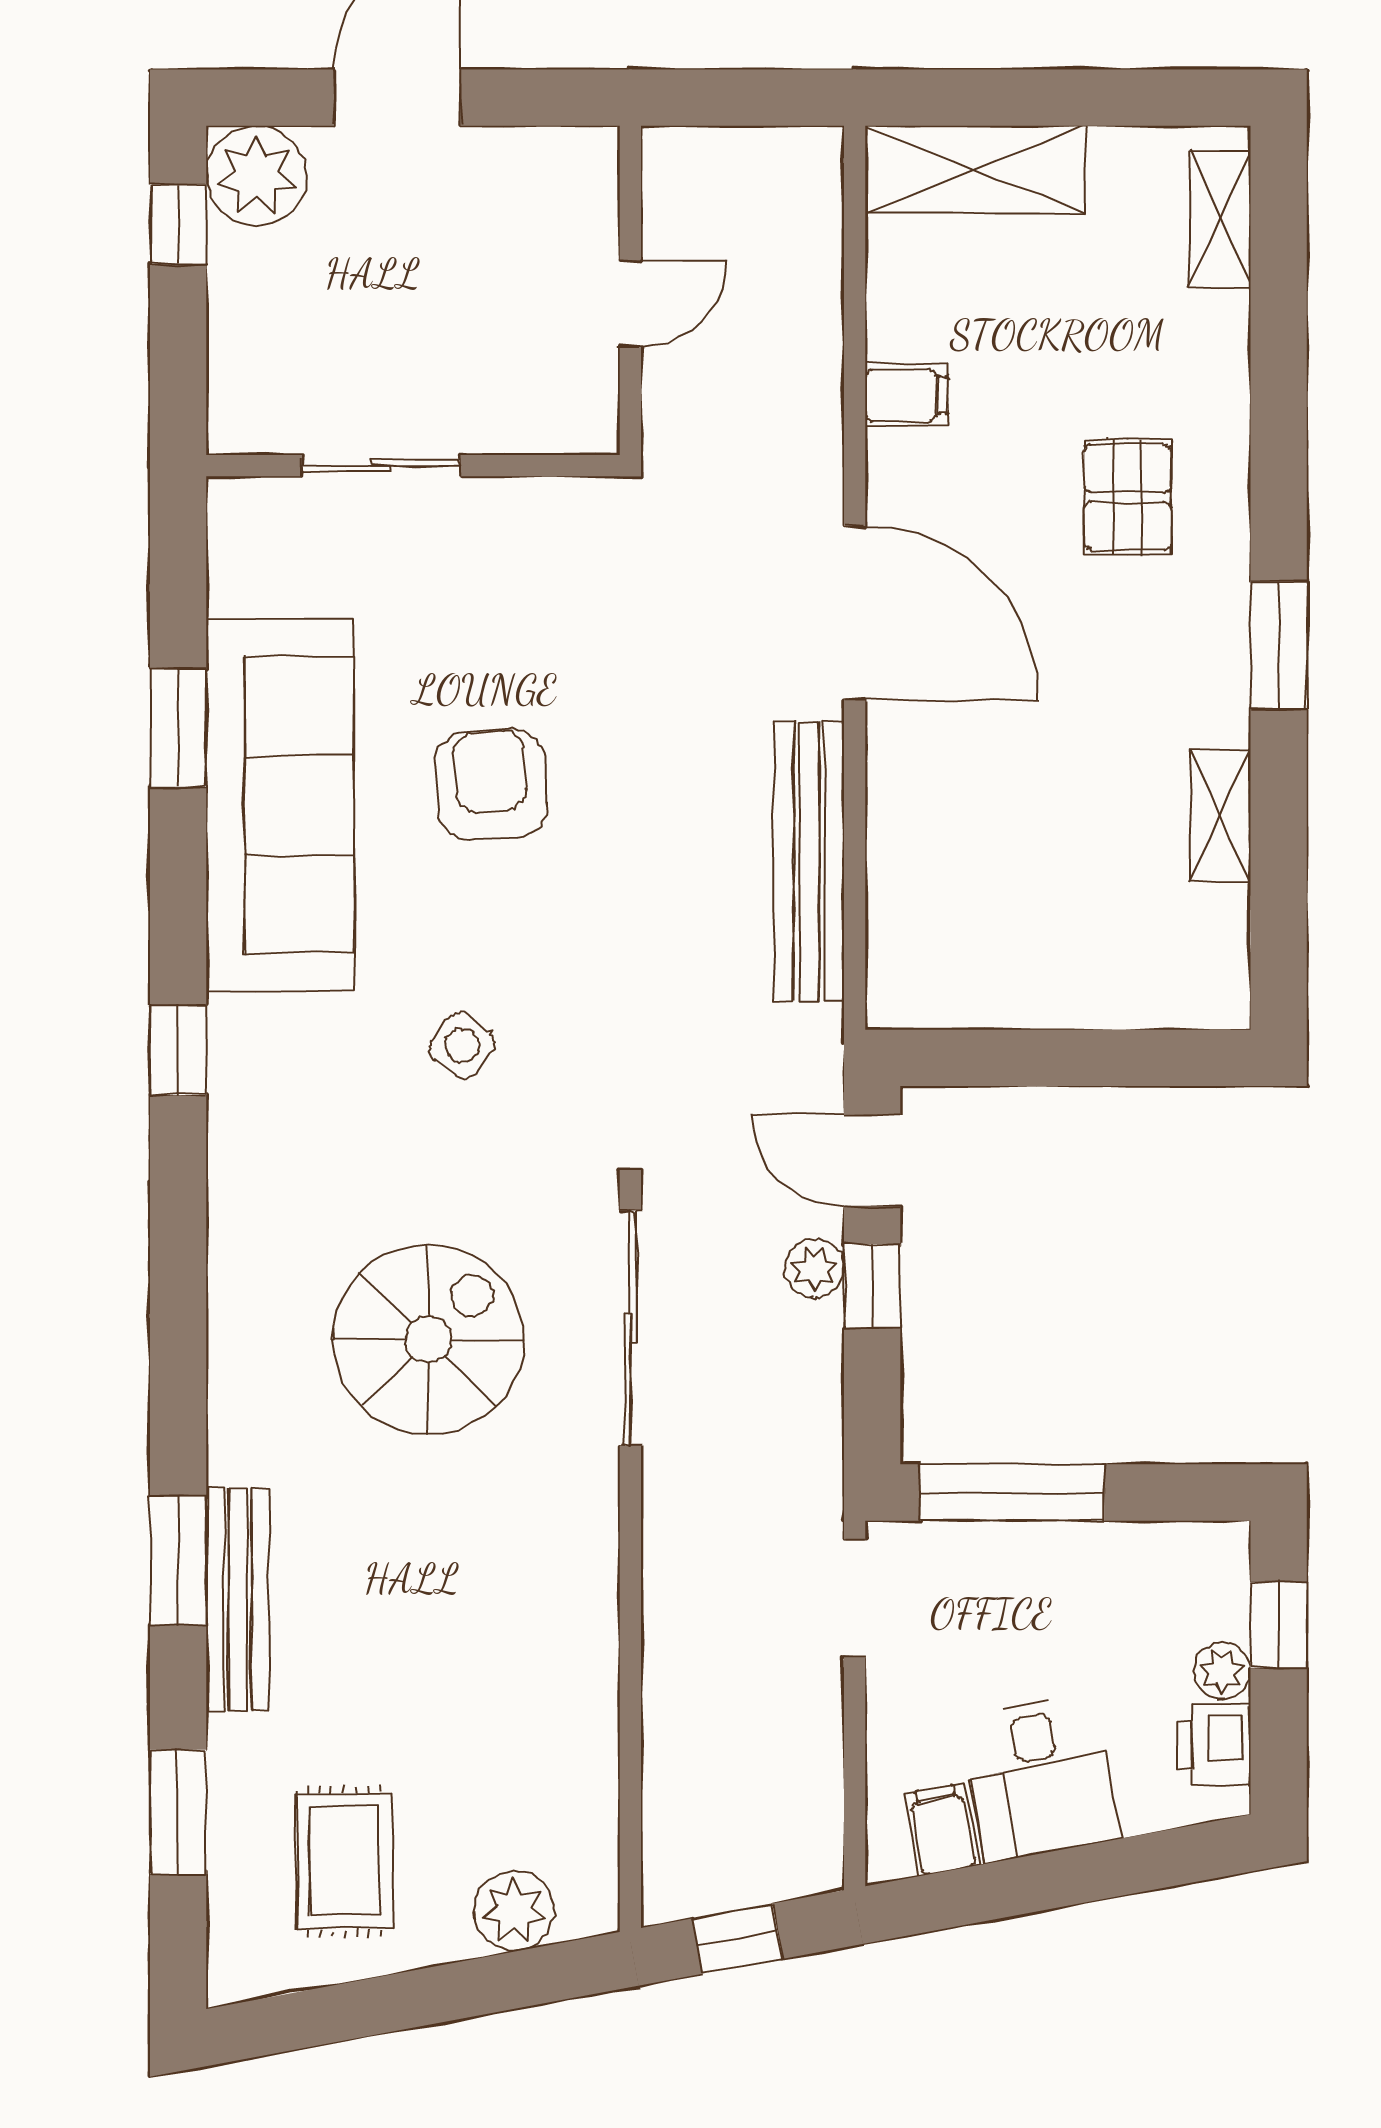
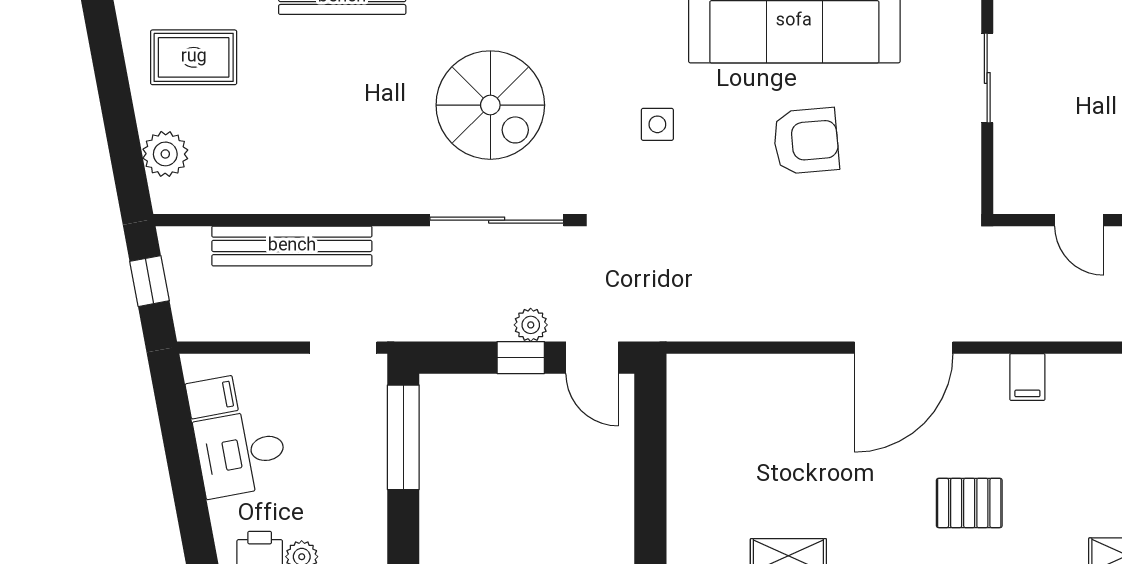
bench: (809, 861) -> (292, 246), moved
side table: (462, 1046) -> (657, 124), turned -37
door: (872, 1160) -> (592, 358), swing flipped

